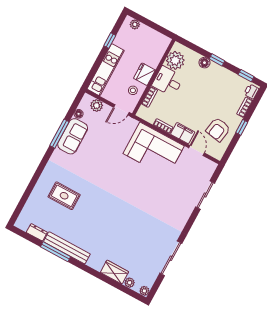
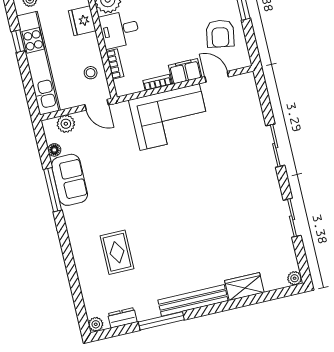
kitchen unit: (106, 70) -> (38, 63), width x1.36
fridge: (144, 74) -> (82, 21), moved
door: (121, 110) -> (97, 105), hinge flipped
sliding door: (205, 195) -> (275, 146), moved
rug: (64, 196) -> (117, 252), turned 90
bench: (67, 248) -> (193, 300), moved
sliding door: (171, 258) -> (292, 218), width x0.73
plant: (130, 283) -> (96, 324), moved

